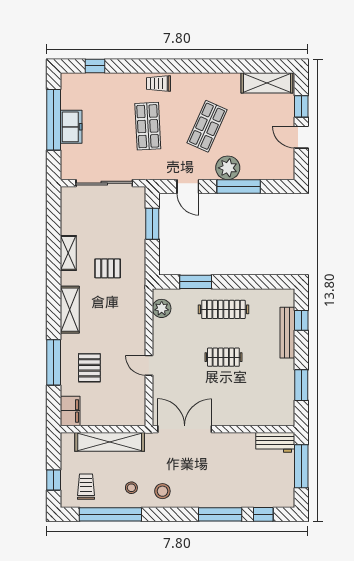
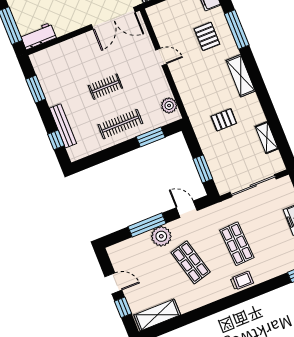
shop shelf: (207, 126) -> (191, 262), turned -39
shelving: (68, 253) -> (267, 138), moved

